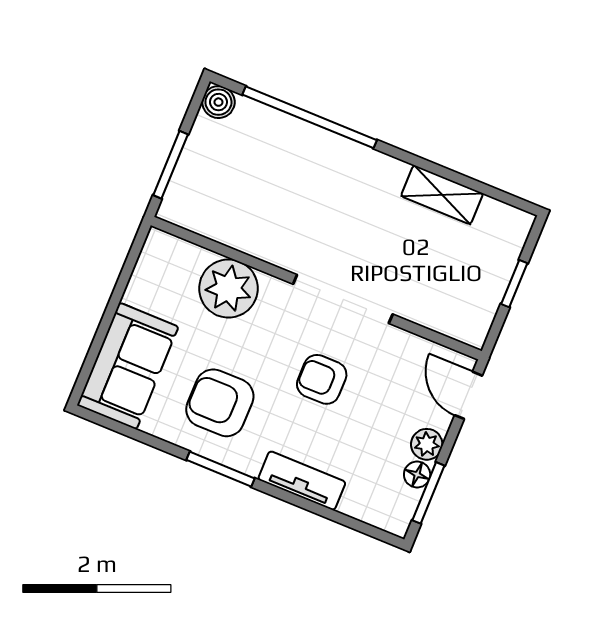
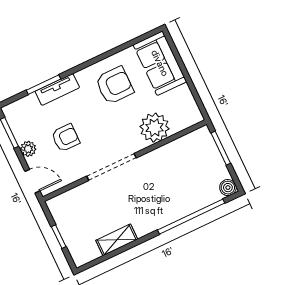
armchair: (322, 379) -> (66, 138), moved
window: (220, 469) -> (44, 85), moved
floor lamp: (417, 474) -> (20, 135), removed

